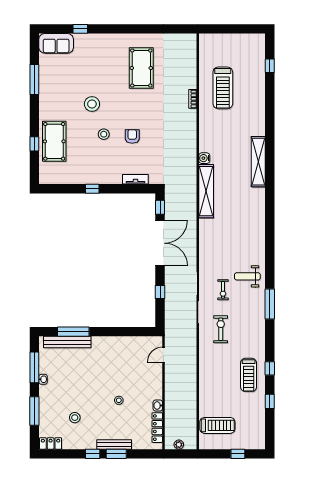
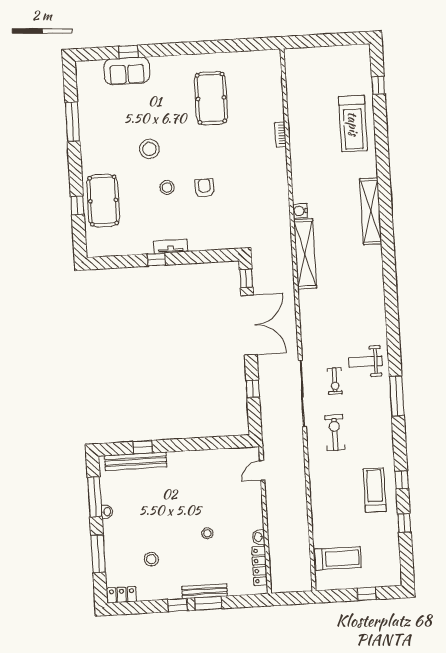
sofa: (56, 43) -> (127, 71), moved
treadmill: (223, 88) -> (353, 124), moved
tv unit: (135, 179) -> (171, 246), moved
window: (73, 332) -> (143, 447), width x0.46
treadmill: (249, 375) -> (375, 490), turned 180
plant: (179, 445) -> (289, 586), removed

